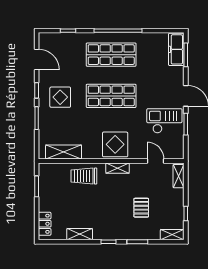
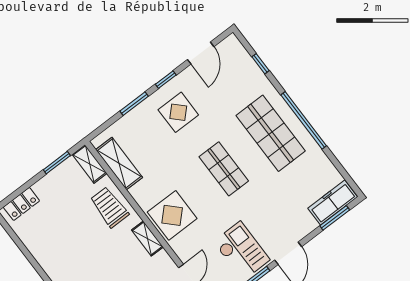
shop shelf: (111, 96) -> (224, 169), width x0.70, depth x0.74
shelving: (80, 234) -> (90, 164), moved

